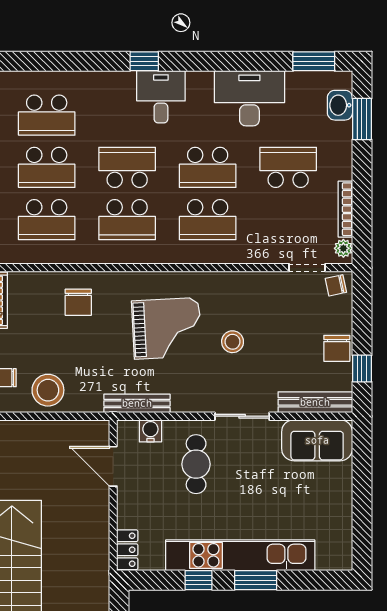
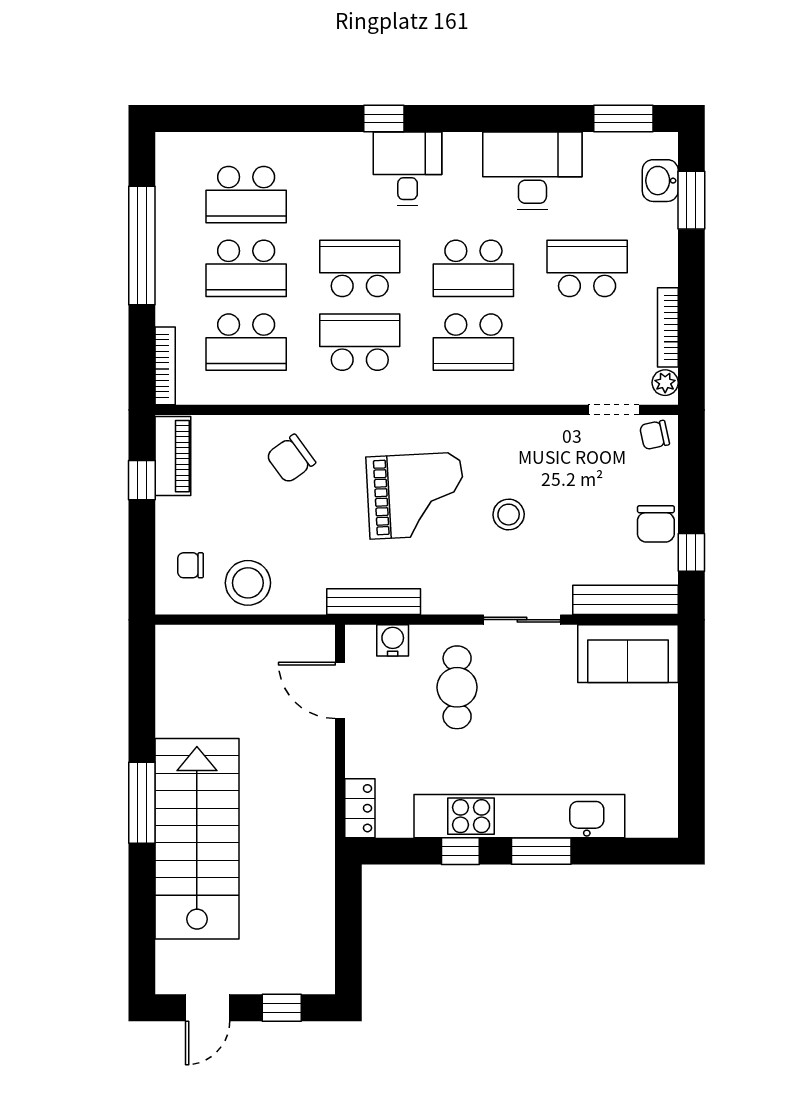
school desk: (127, 220) -> (360, 342), turned 180
chair: (78, 302) -> (291, 459), turned 54

